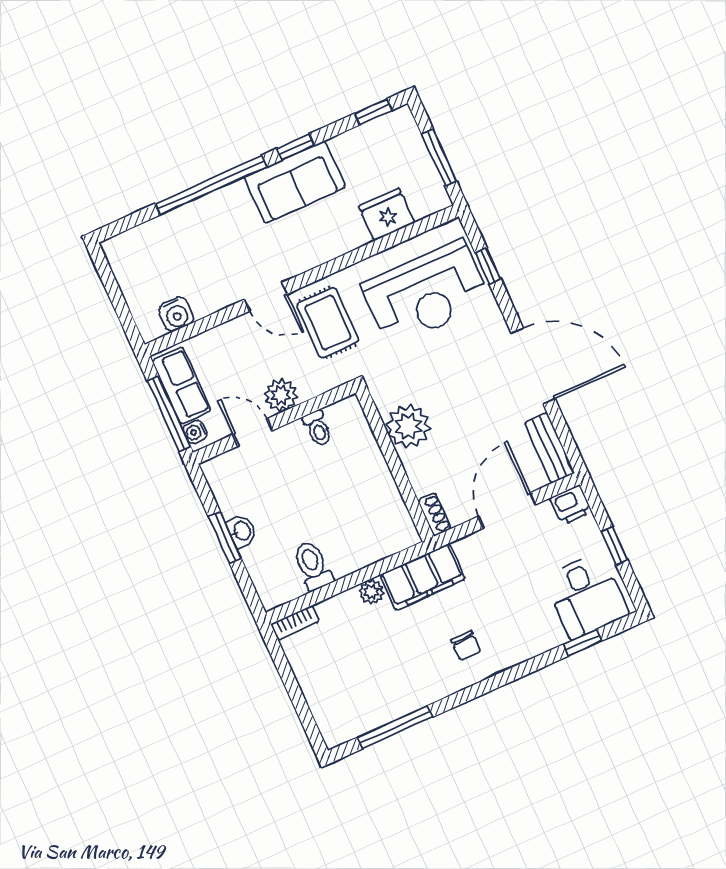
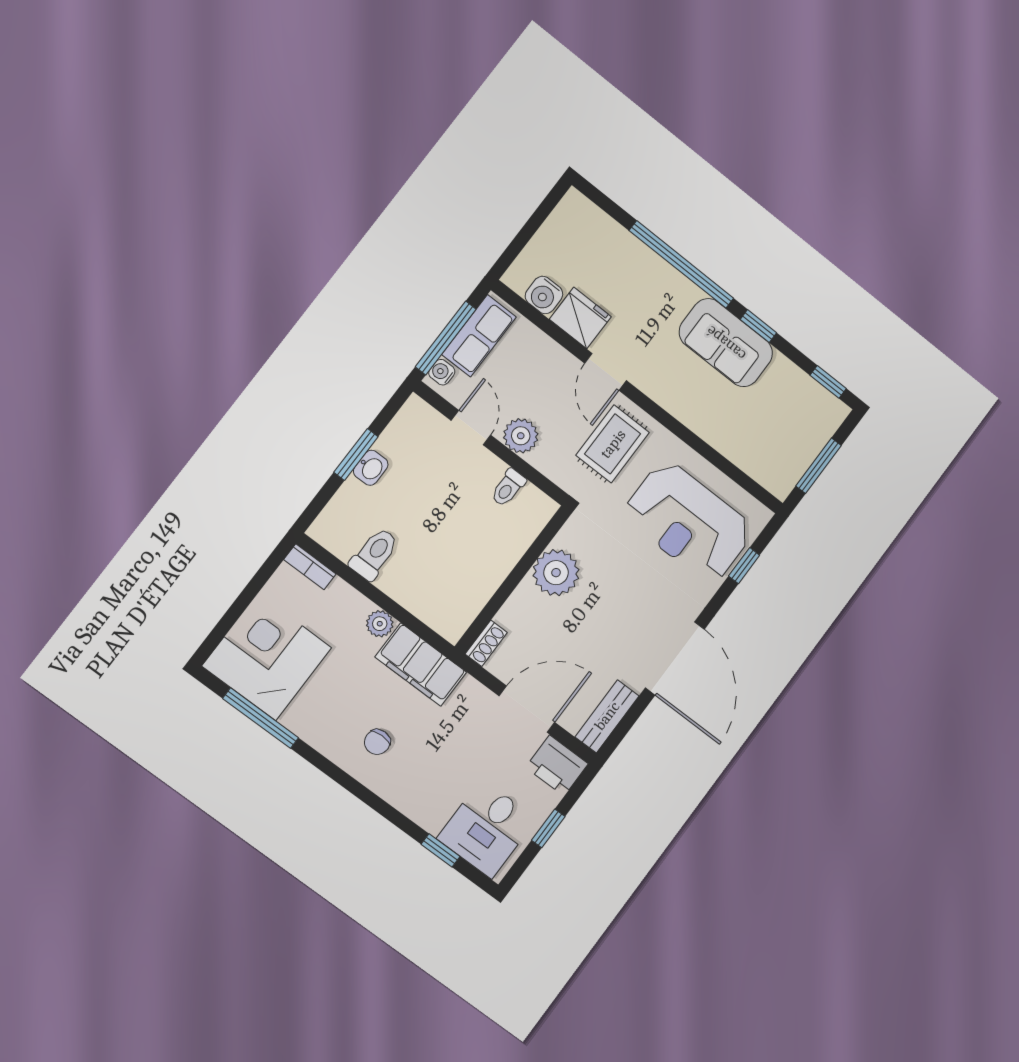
fridge: (387, 214) -> (580, 318), moved
printer: (571, 505) -> (557, 766), width x1.36, depth x1.24
corner desk: (349, 696) -> (267, 657), added

